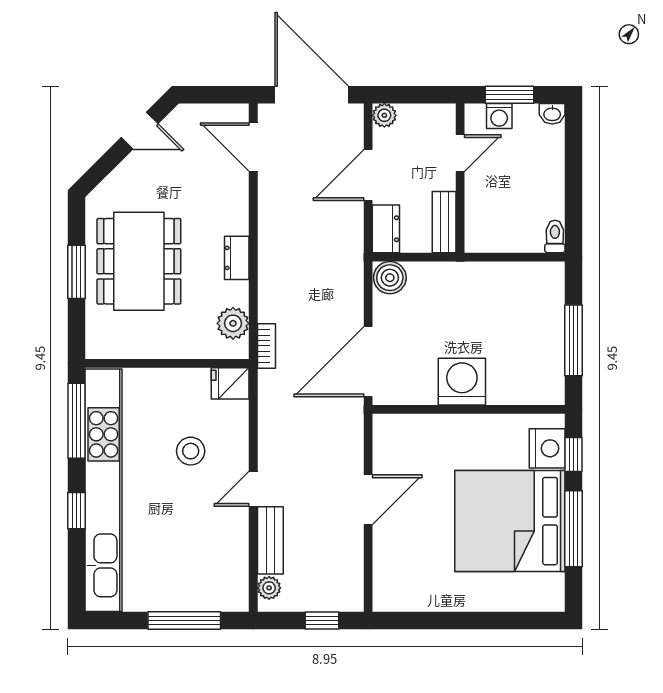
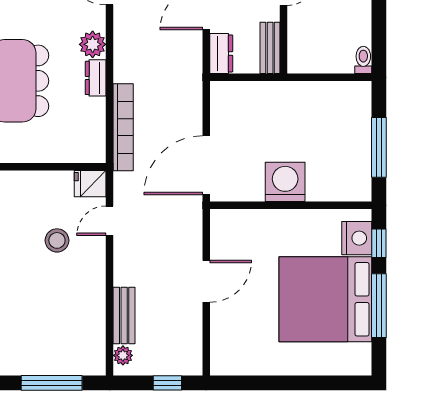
boiler: (390, 278) -> (224, 95), removed
plant: (233, 323) -> (93, 44), moved
bookcase: (267, 346) -> (123, 127), width x2.31, depth x1.31
door: (253, 489) -> (110, 221), moved

